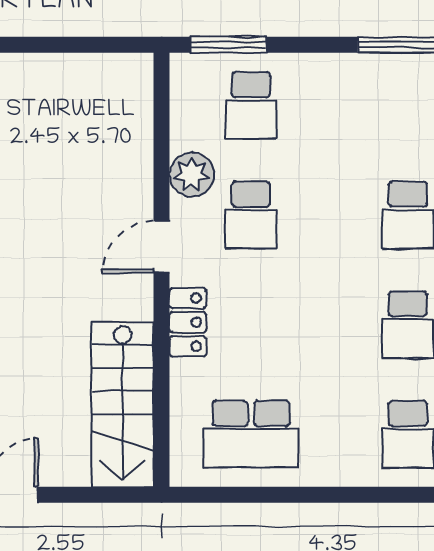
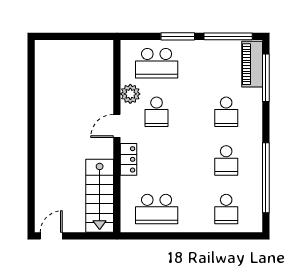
window: (228, 45) -> (178, 36), moved
school desk: (251, 105) -> (157, 63), width x1.85

